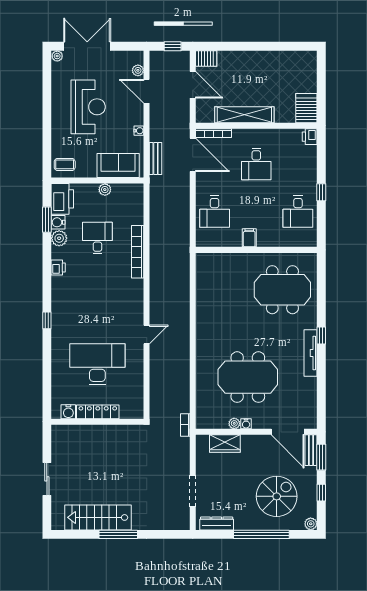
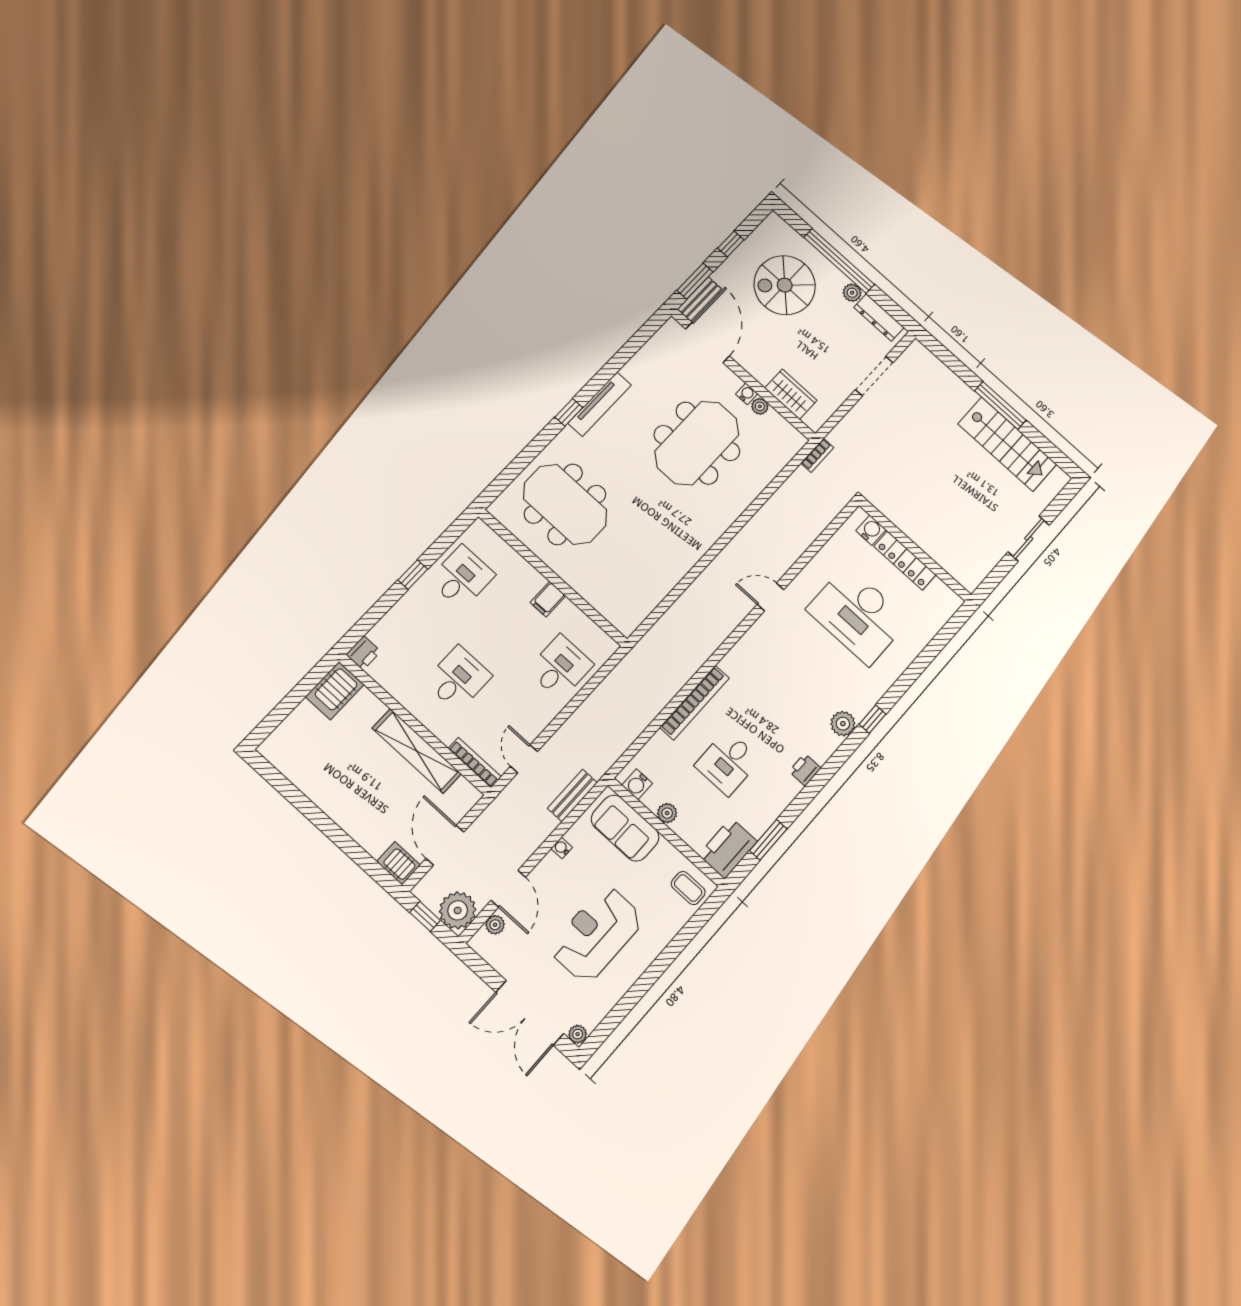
plant: (160, 62) -> (458, 910), added
door: (193, 155) -> (524, 759), width x0.53
water cooler: (58, 222) -> (637, 784), moved, turned 90
plant: (59, 238) -> (843, 724), moved
meeting table: (248, 377) -> (697, 443), turned 90
water cooler: (68, 412) -> (871, 530), moved
plant: (311, 524) -> (852, 293), moved

